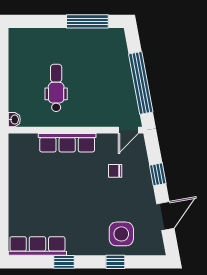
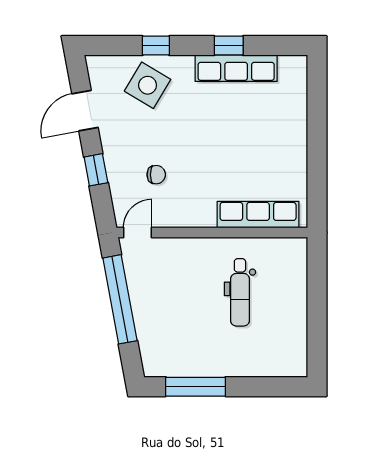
washbasin: (14, 120) -> (299, 247), removed
row of seats: (67, 143) -> (258, 215), moved
side table: (121, 234) -> (148, 85), turned 31
row of seats: (37, 246) -> (236, 68), moved

